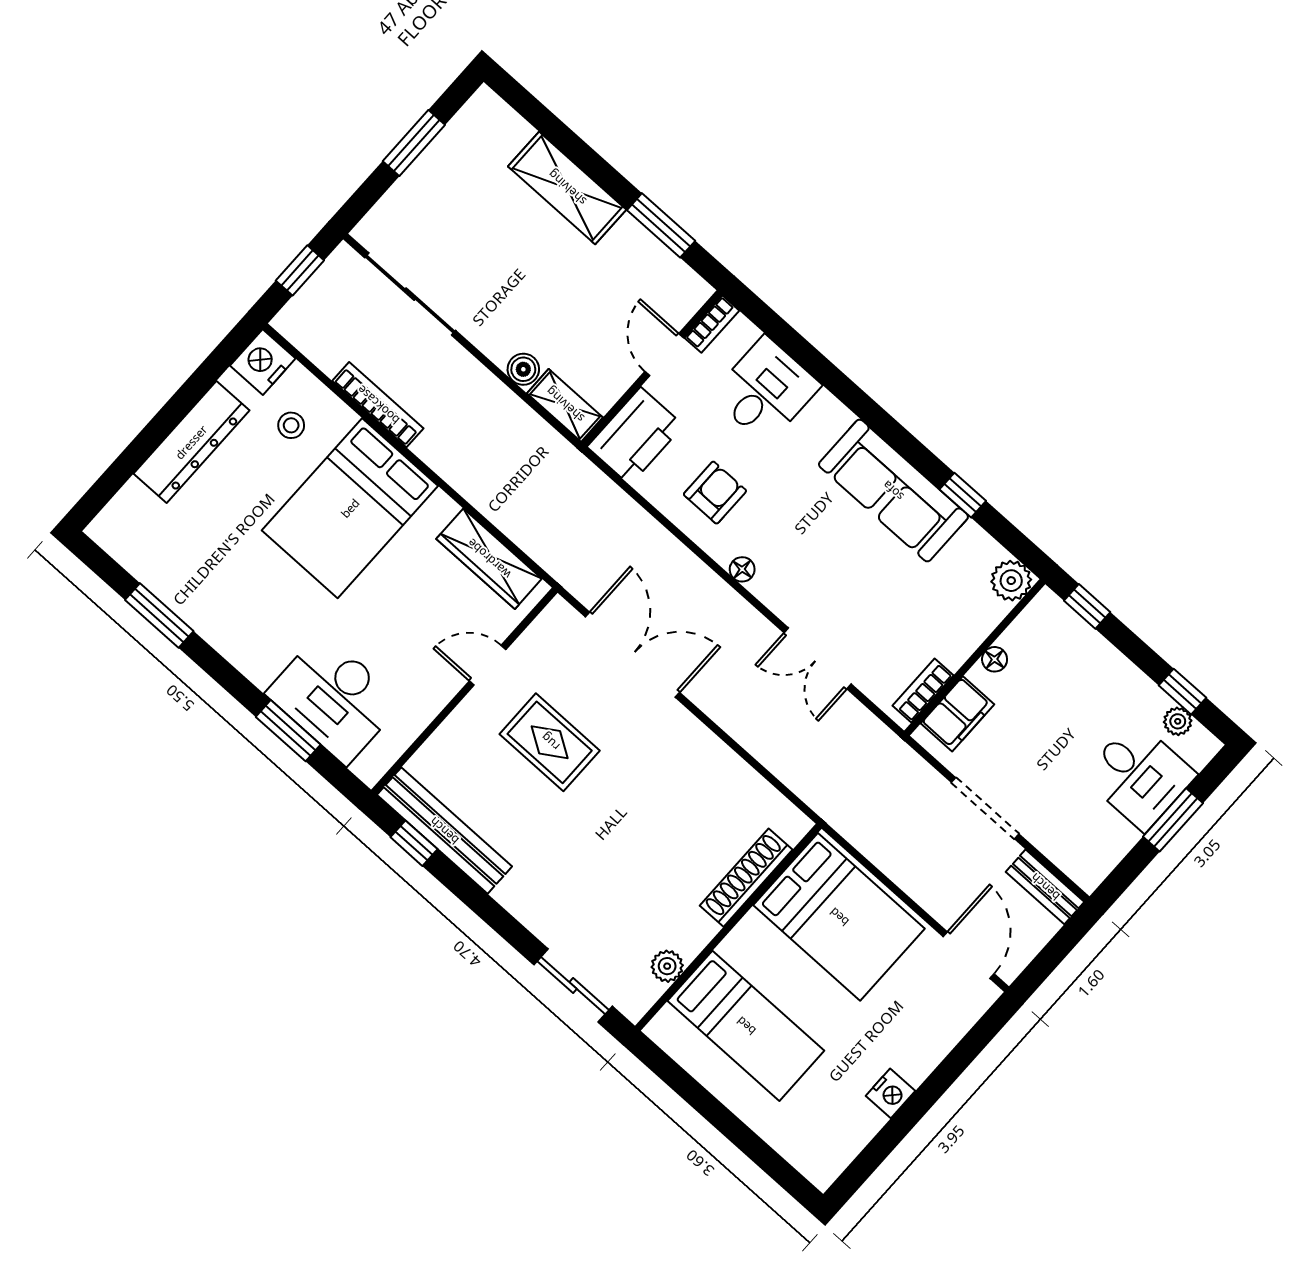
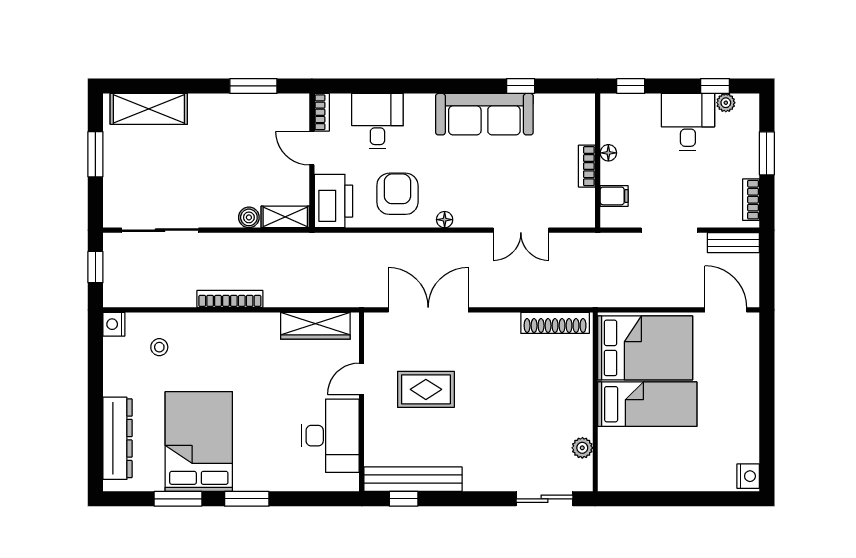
shelving: (567, 188) -> (149, 109), moved
nightstand: (263, 362) -> (114, 324), width x0.74, depth x0.75
bookcase: (378, 405) -> (230, 299), moved
dresser: (191, 442) -> (118, 438), moved
armchair: (715, 493) -> (397, 194), width x1.38, depth x1.38
bed: (350, 508) -> (199, 442), moved, turned 180
plant: (1011, 581) -> (582, 107), removed
bookcase: (923, 691) -> (587, 166), moved
desk: (334, 698) -> (330, 436), moved, turned -90
filing cabinet: (957, 714) -> (614, 196), width x0.50
window: (288, 731) -> (247, 499), moved
desk: (1139, 775) -> (688, 122), moved, turned -90
bookcase: (1108, 856) -> (751, 200), added
shoe rack: (746, 878) -> (555, 323), moved, turned -90
bed: (746, 1026) -> (647, 404), moved
nightstand: (890, 1093) -> (748, 476), moved

